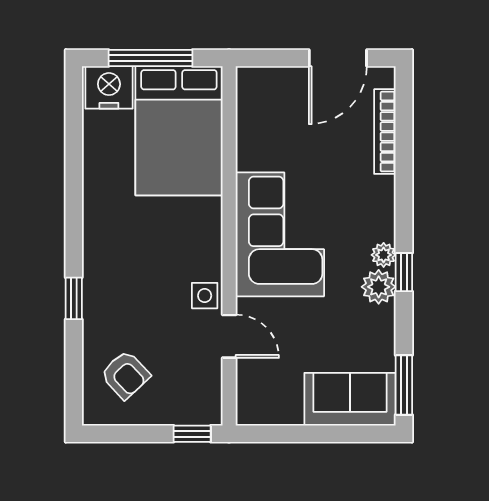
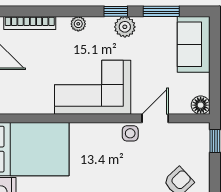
plant: (384, 255) -> (78, 24), moved
window: (404, 385) -> (161, 11), moved
floor lamp: (251, 411) -> (201, 105), added

